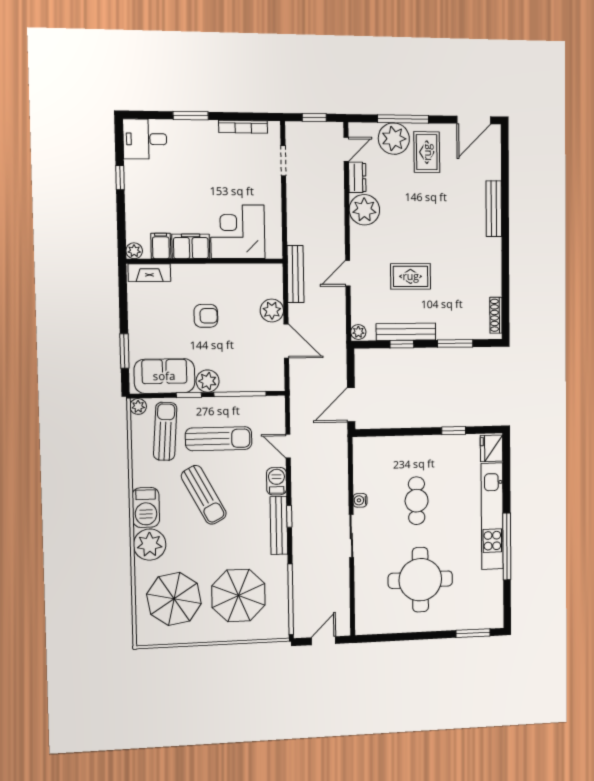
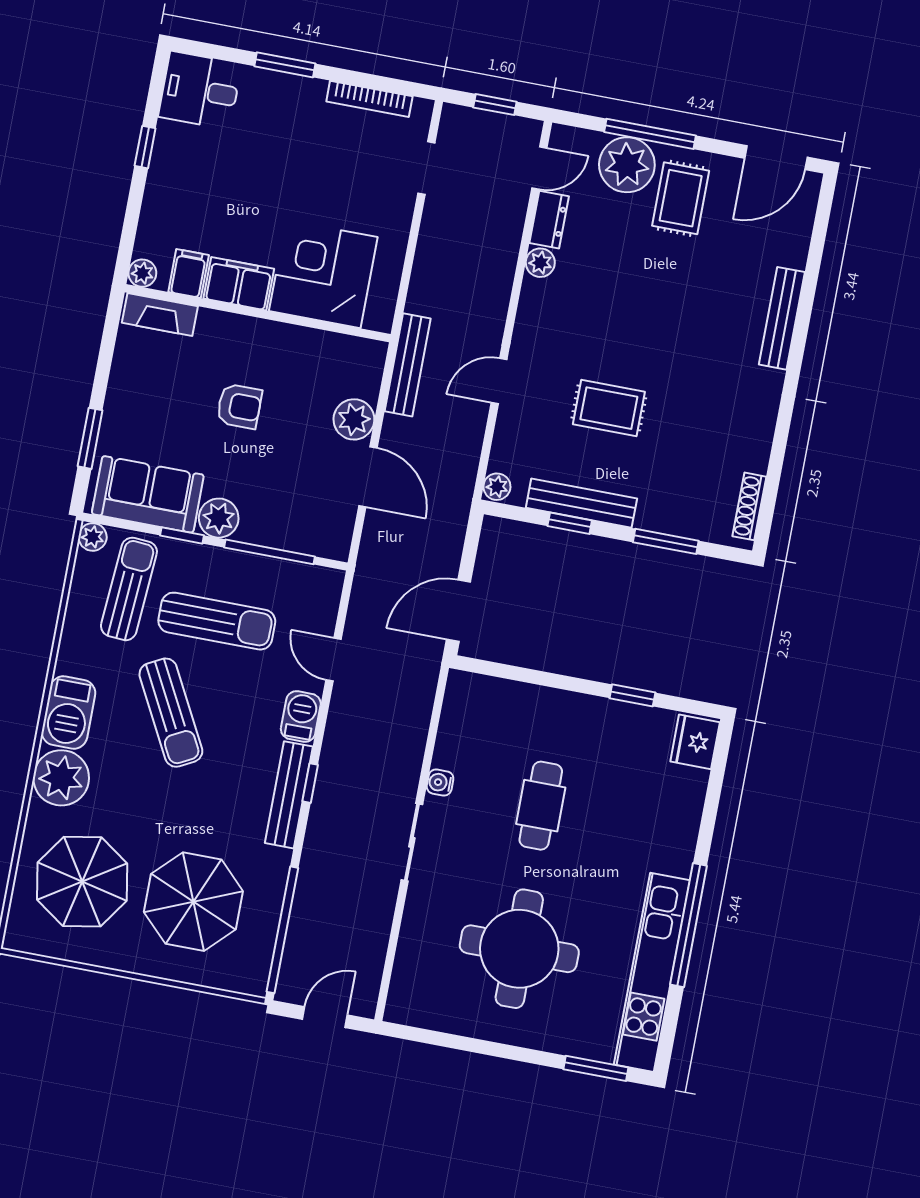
plant: (364, 210) -> (540, 263), width x0.53, depth x0.53
kitchen unit: (492, 516) -> (652, 972), moved

